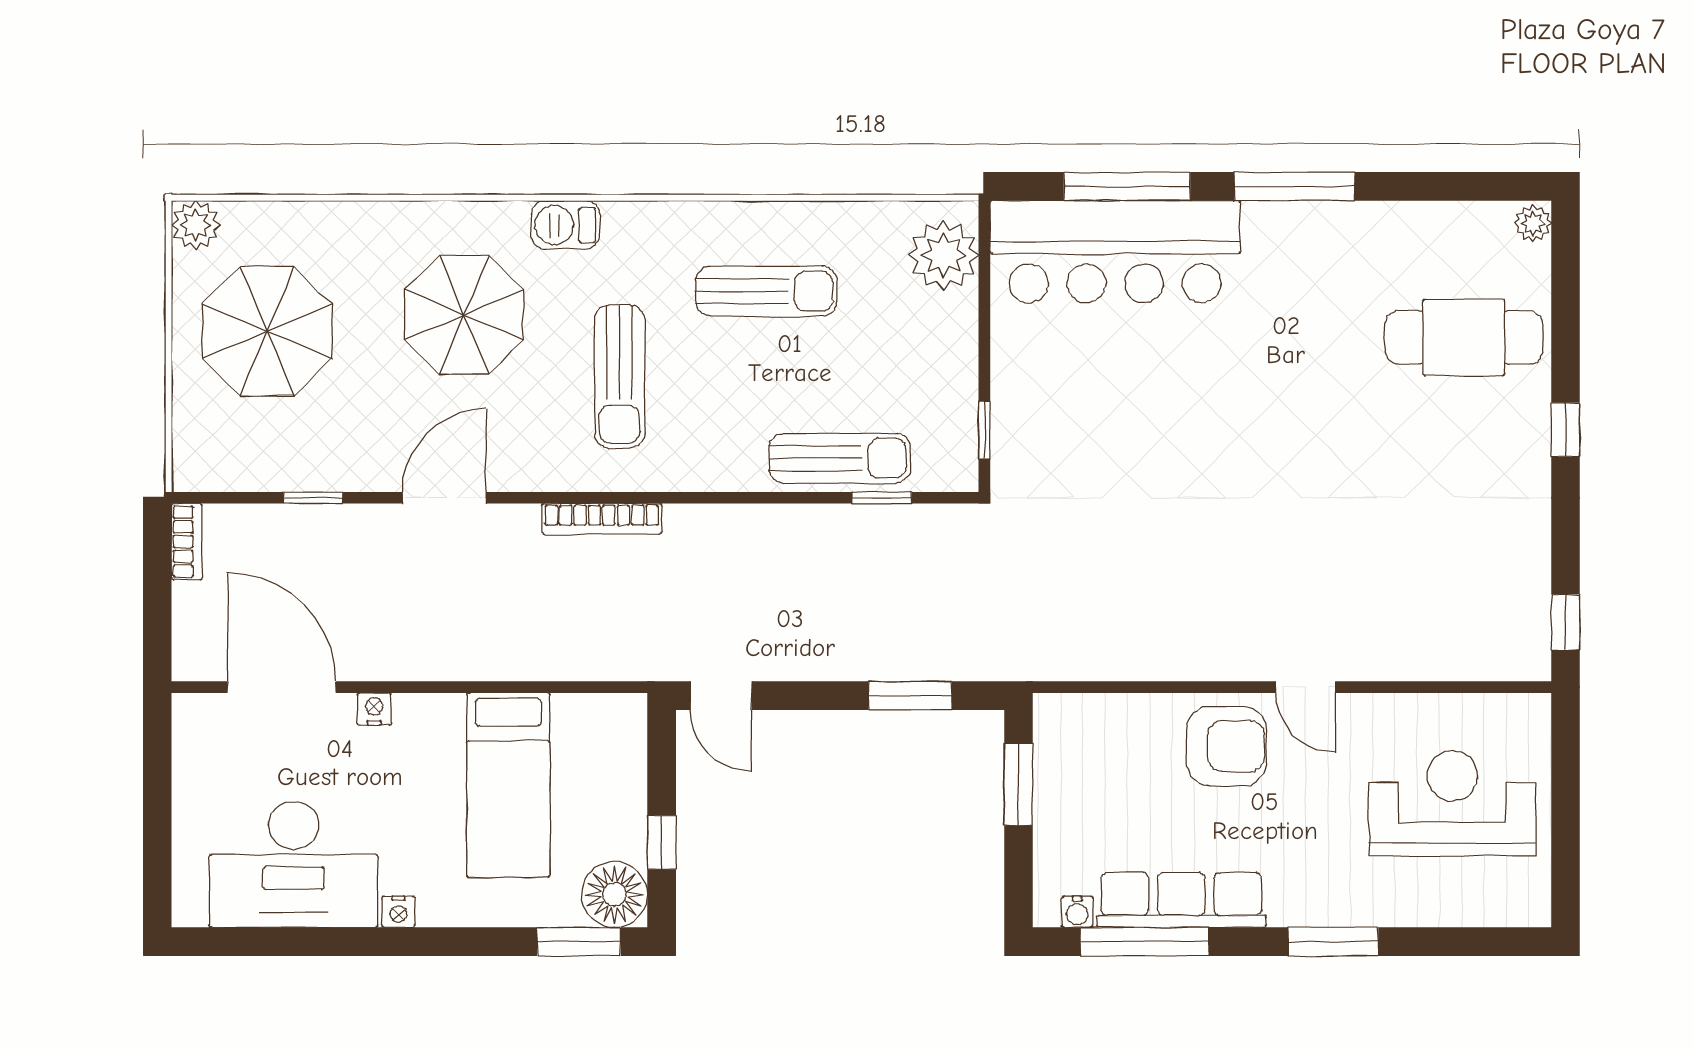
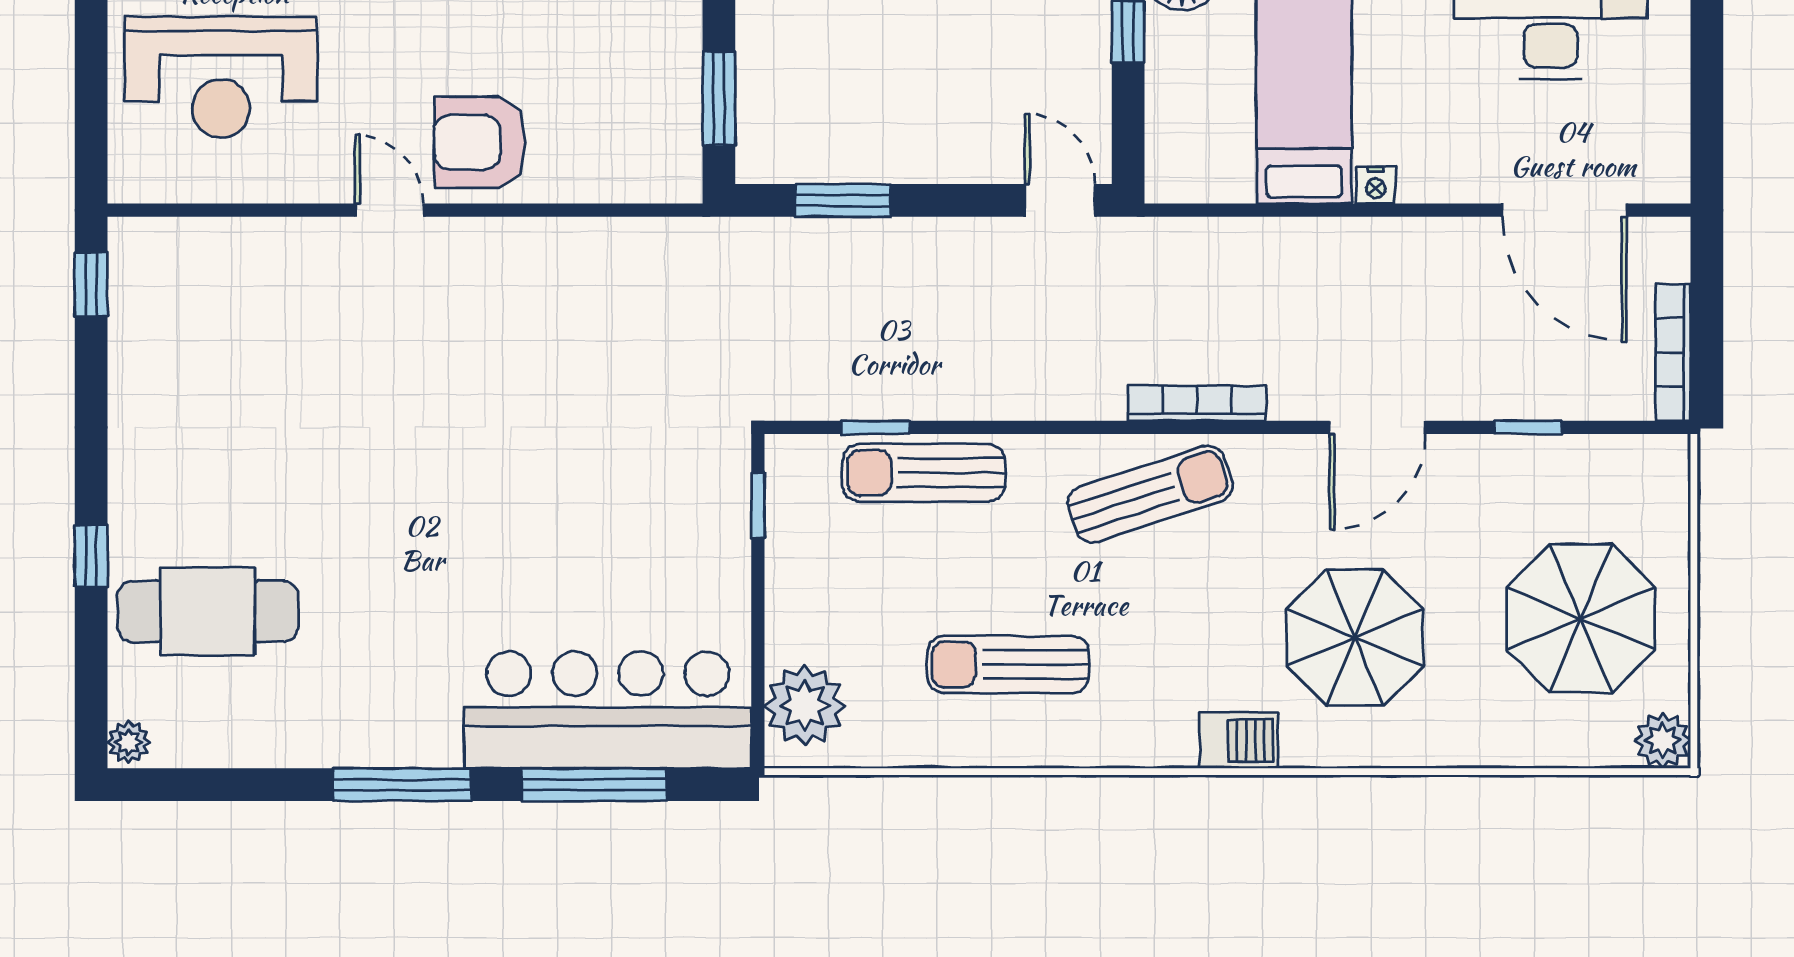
sun lounger: (619, 376) -> (1150, 494), moved, turned 72
window: (1566, 430) -> (91, 556), moved
bookcase: (187, 542) -> (1673, 352), width x1.56
nightstand: (374, 709) -> (1376, 185), moved

